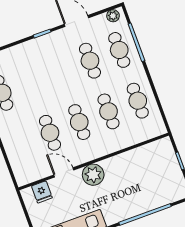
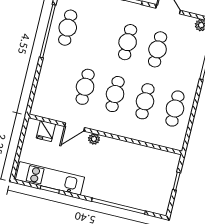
cafe table: (119, 50) -> (128, 42), moved
door: (64, 172) -> (75, 127), swing flipped
plant: (93, 175) -> (94, 139), width x0.53, depth x0.53

